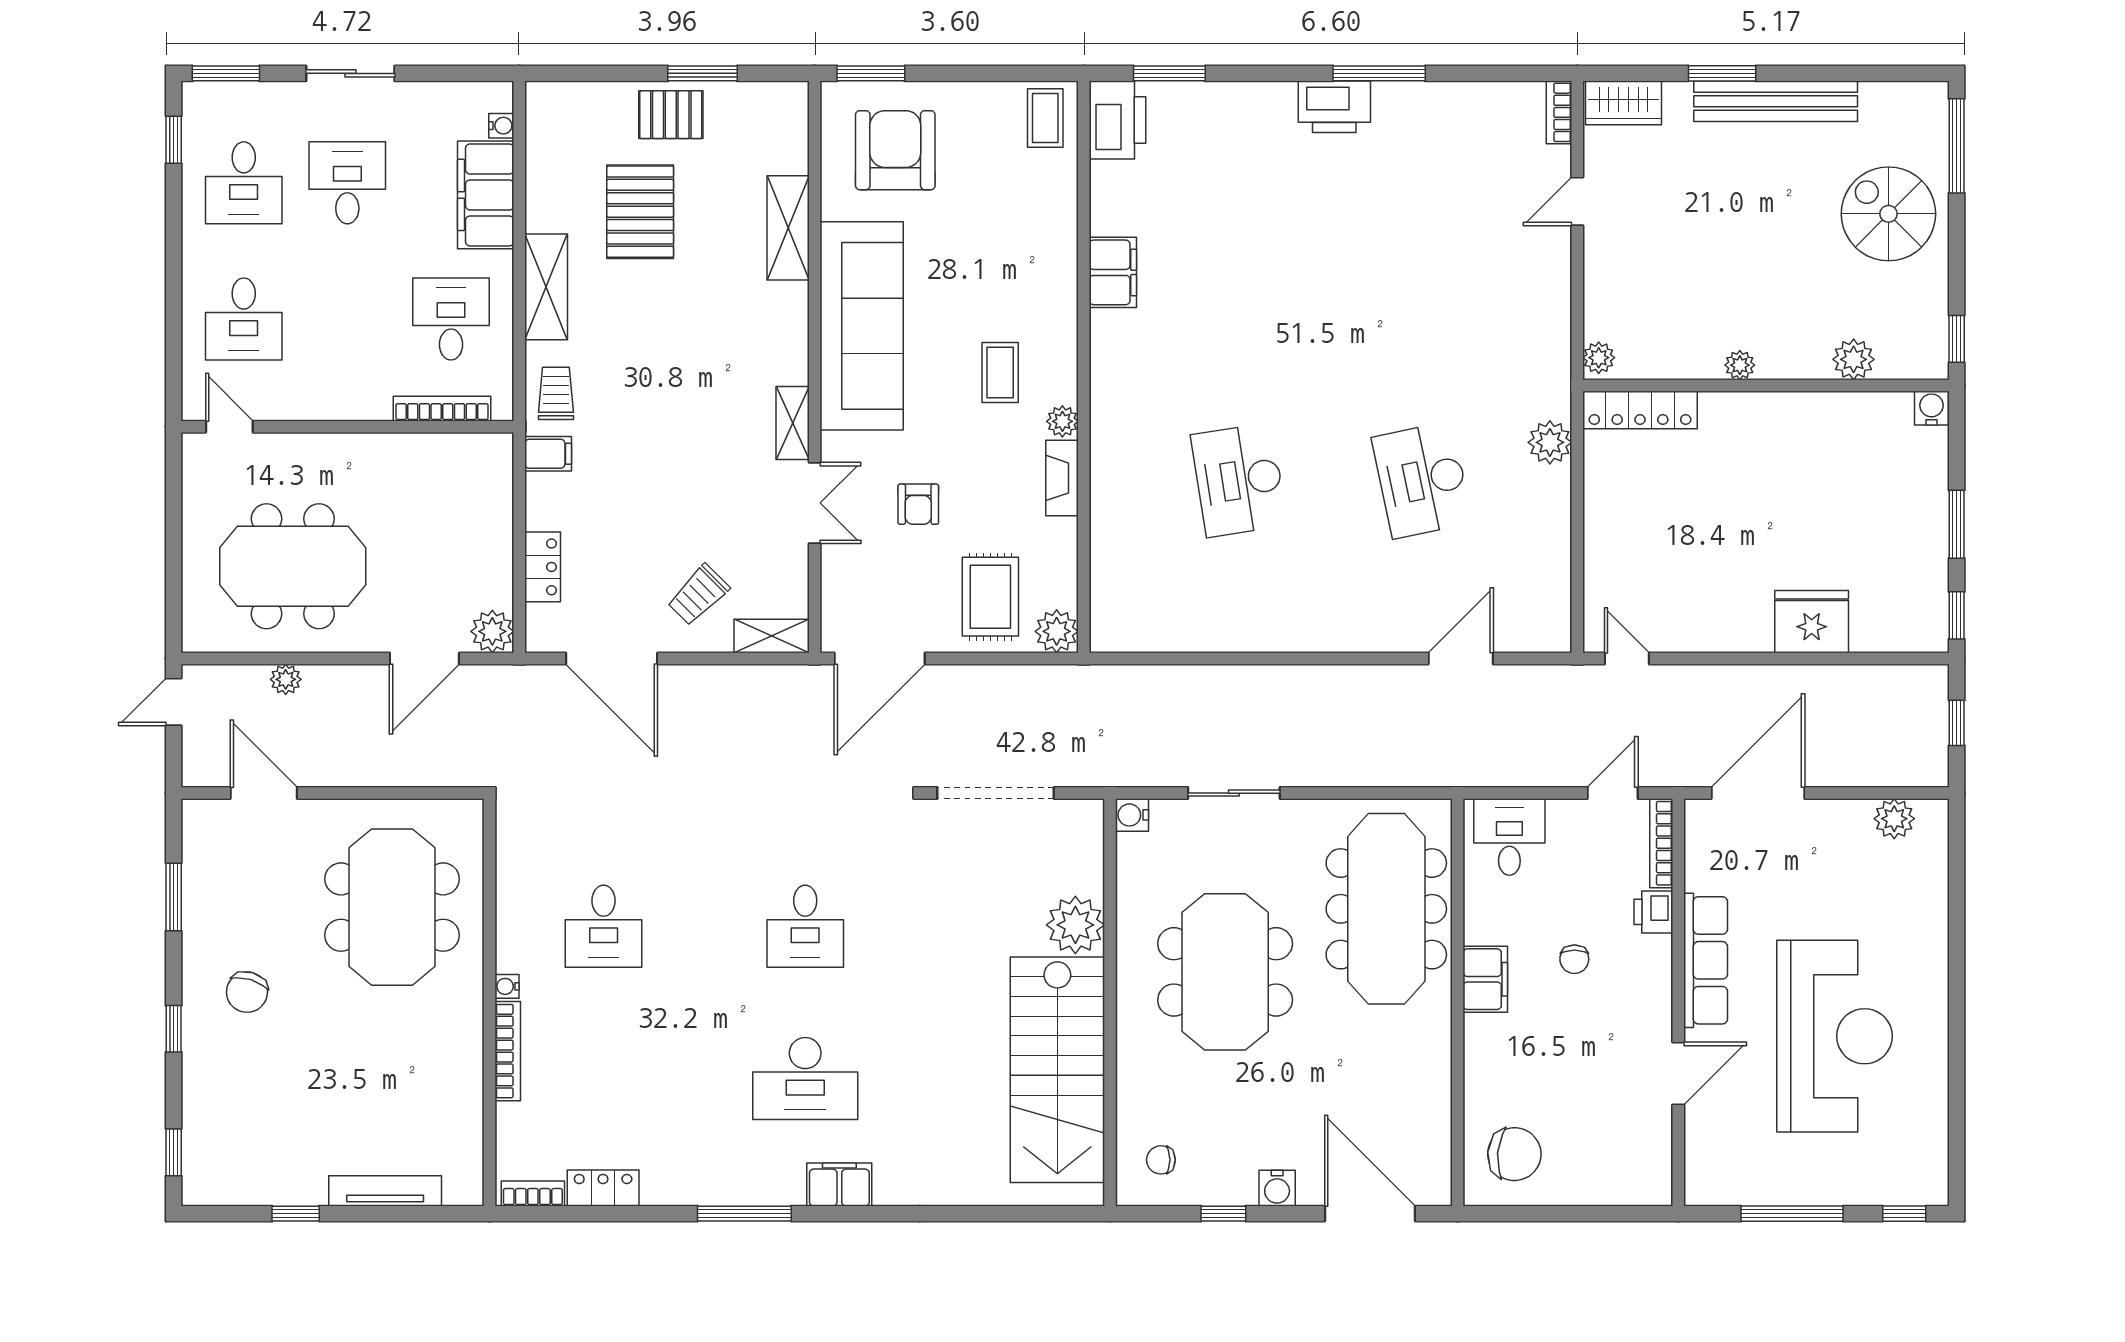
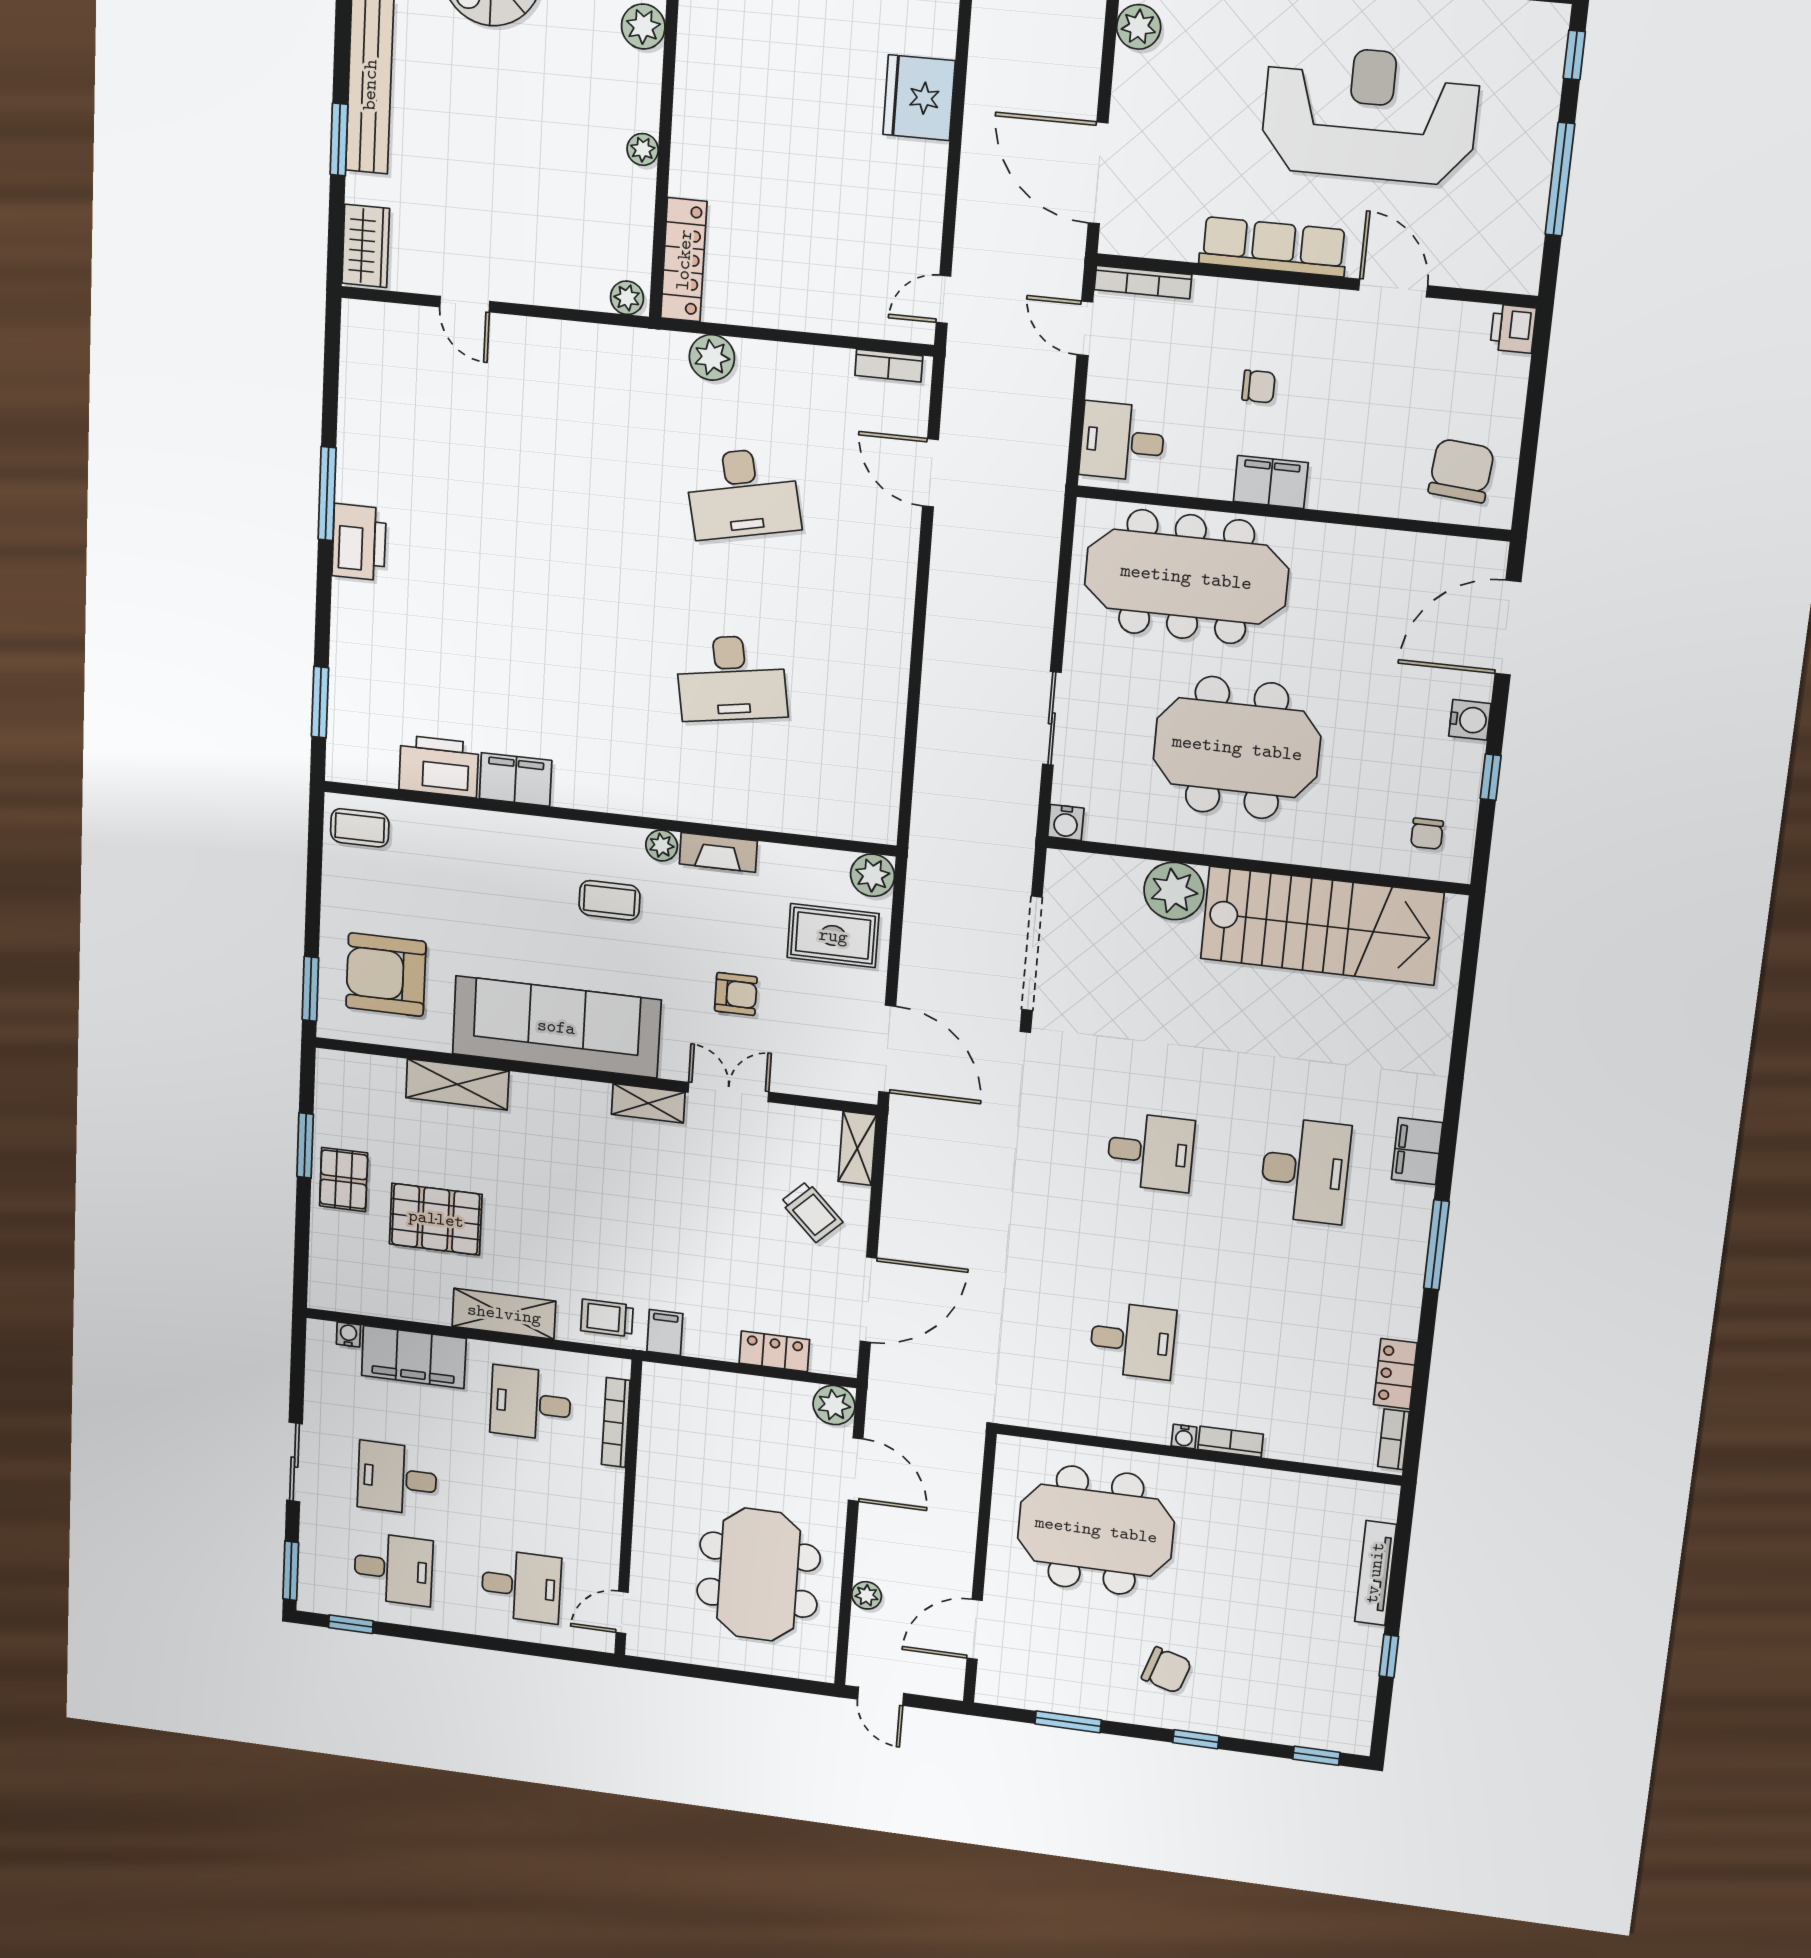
bookcase: (1559, 112) -> (889, 366), moved
printer: (1117, 120) -> (439, 766), moved
printer: (1653, 912) -> (1513, 329), moved, turned 90
bookcase: (508, 1051) -> (1231, 1442), width x0.64

